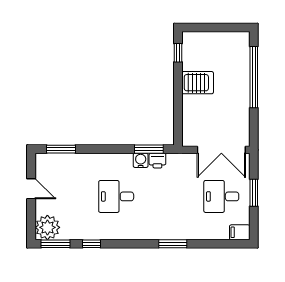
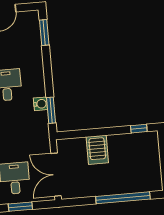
server rack: (198, 83) -> (97, 150), moved
printer: (157, 161) -> (42, 119), removed

